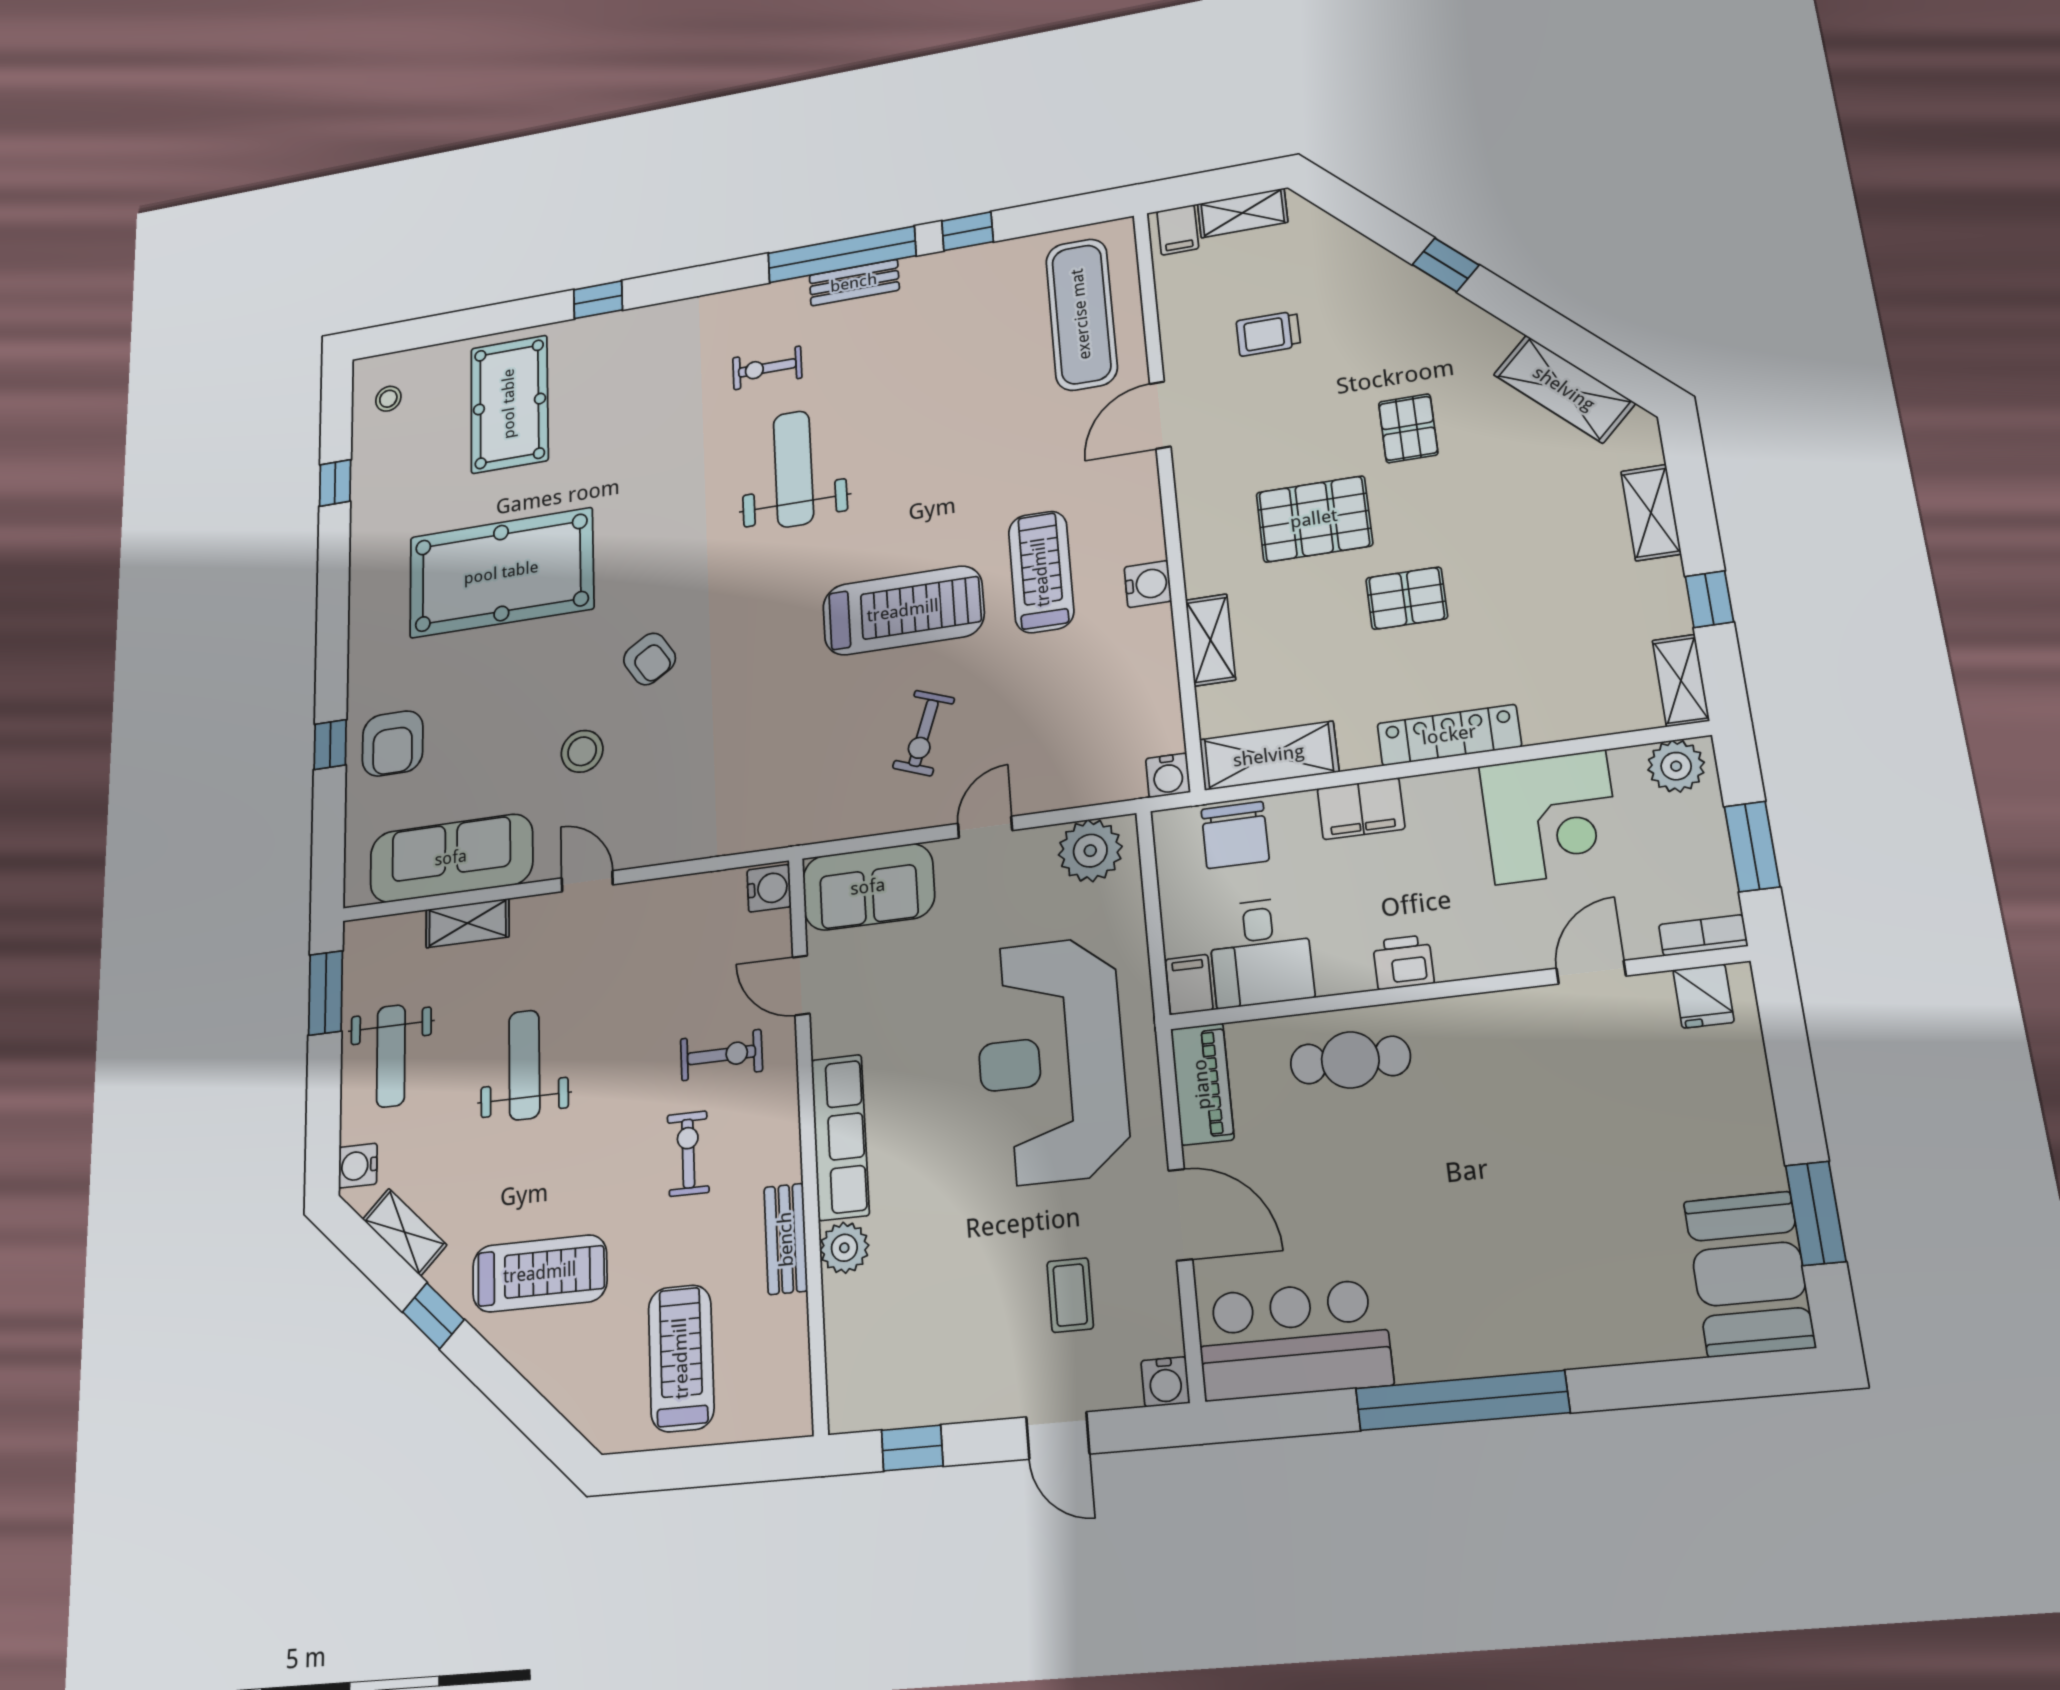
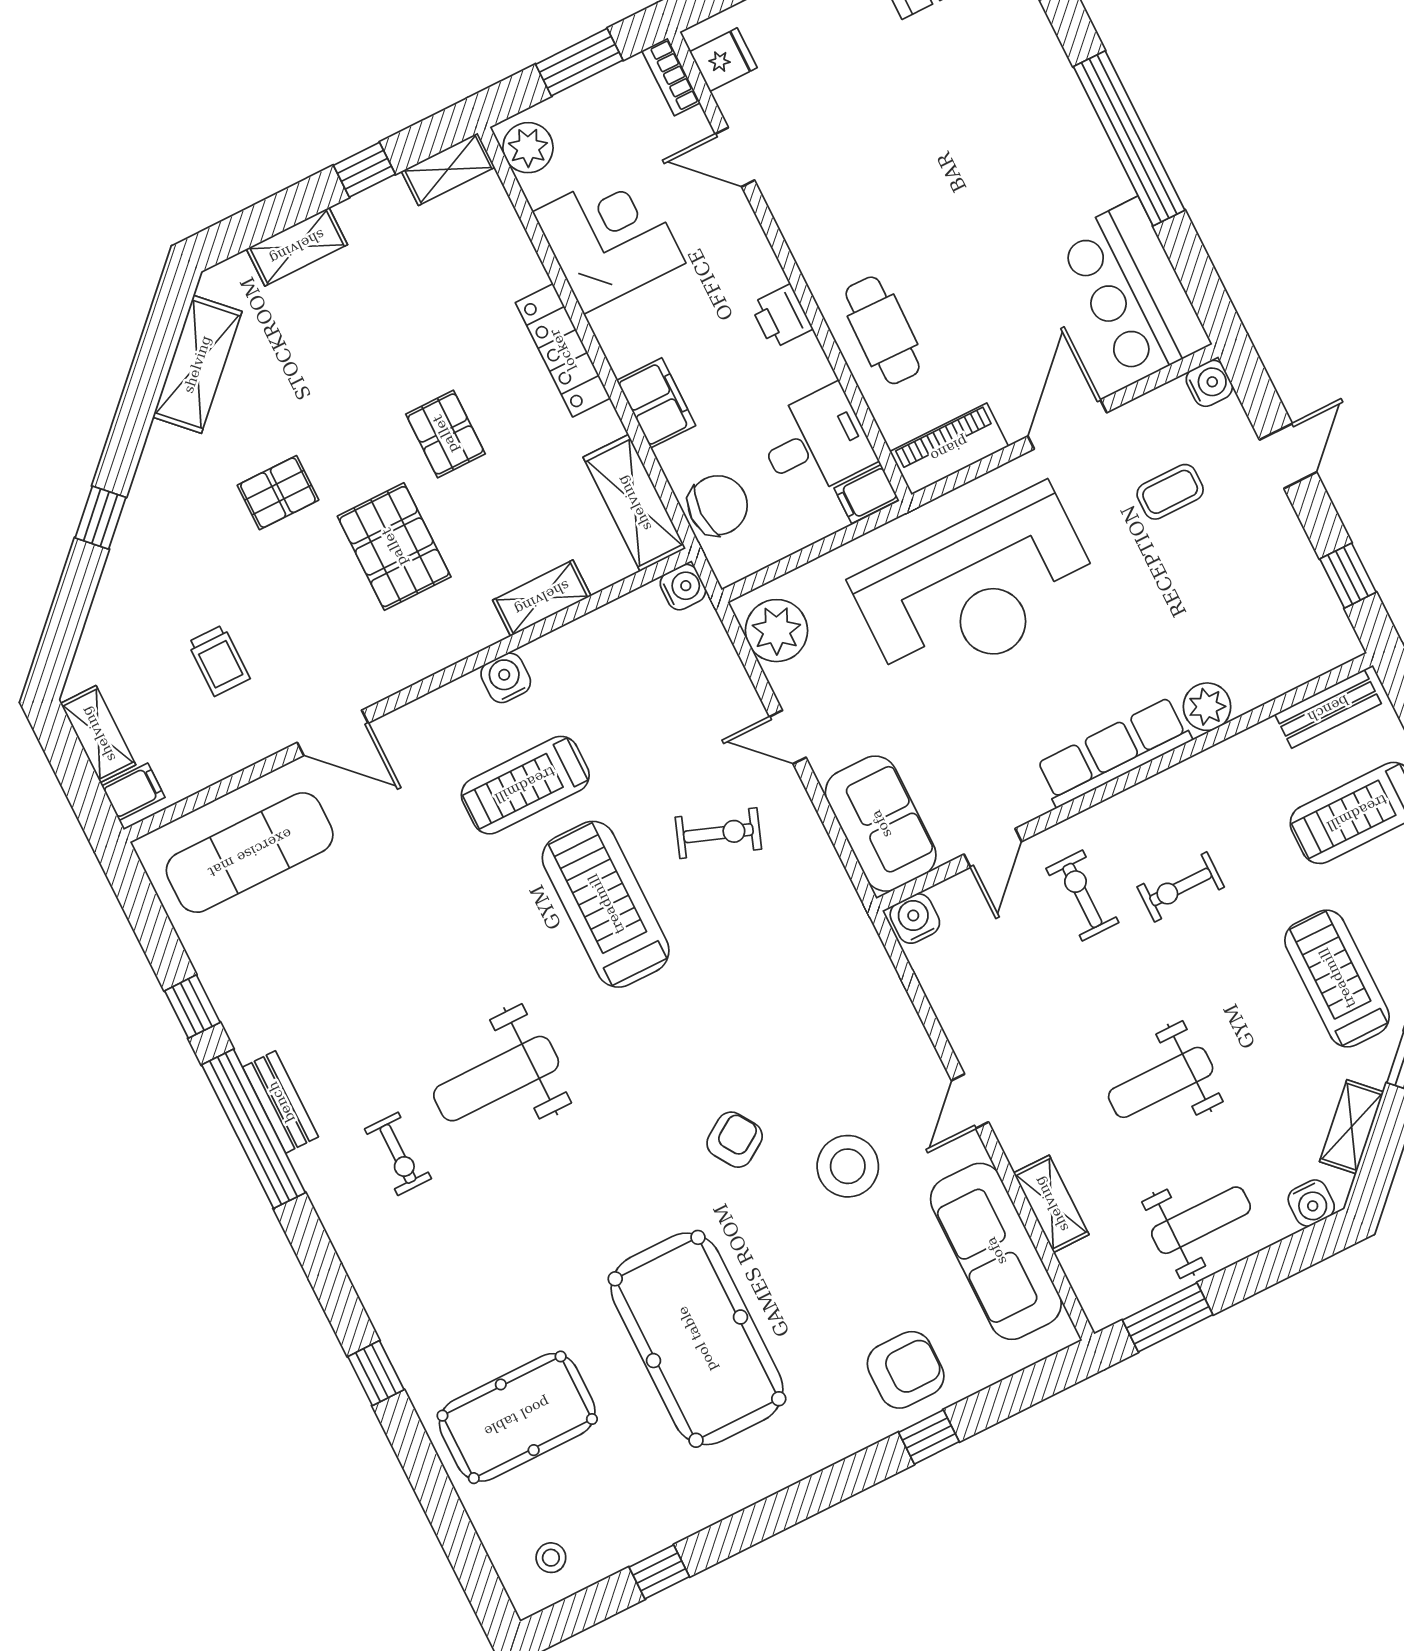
stool: (582, 751) -> (848, 1166), width x1.38, depth x1.38
bench: (786, 1239) -> (1328, 709), moved

